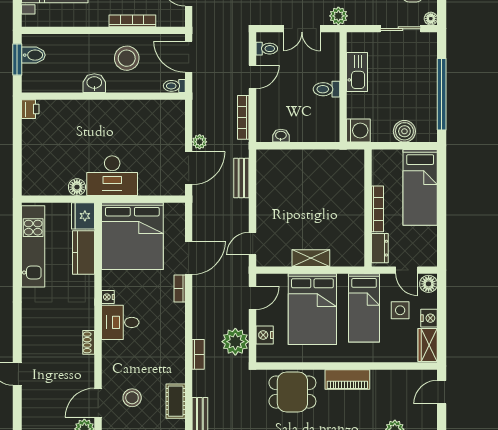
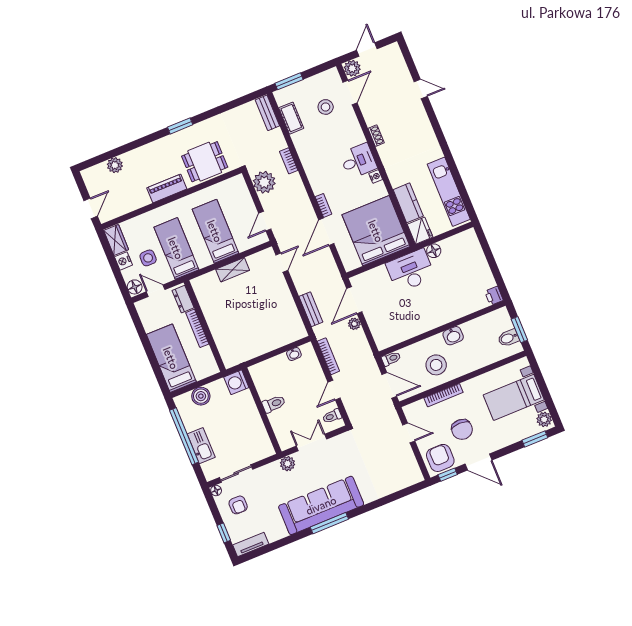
kitchen sink: (357, 72) -> (201, 446), moved, turned 180
bed: (312, 309) -> (215, 231), width x0.67
nightstand: (265, 335) -> (244, 196), removed

